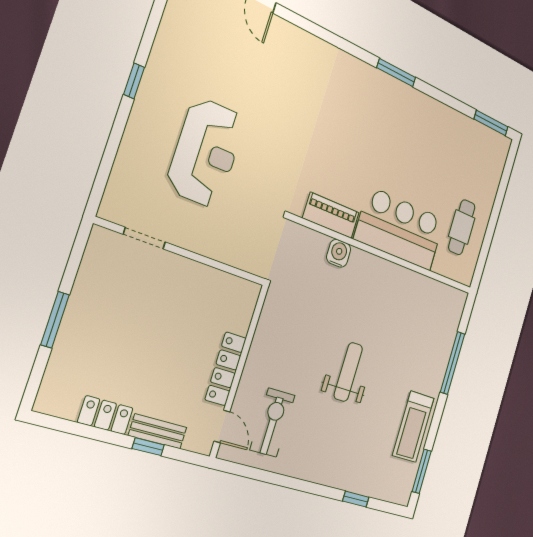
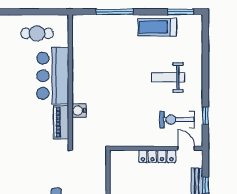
weight bench: (348, 372) -> (168, 77), moved
door: (222, 426) -> (186, 148), hinge flipped
treadmill: (413, 427) -> (157, 27), turned 180
window: (356, 499) -> (205, 116), moved

